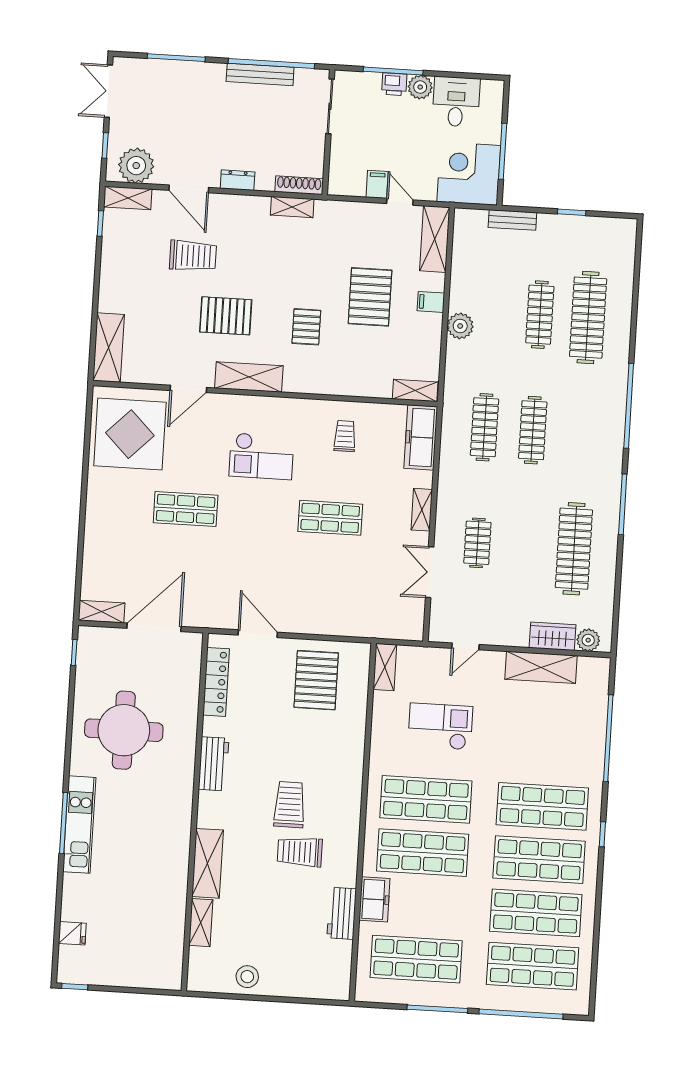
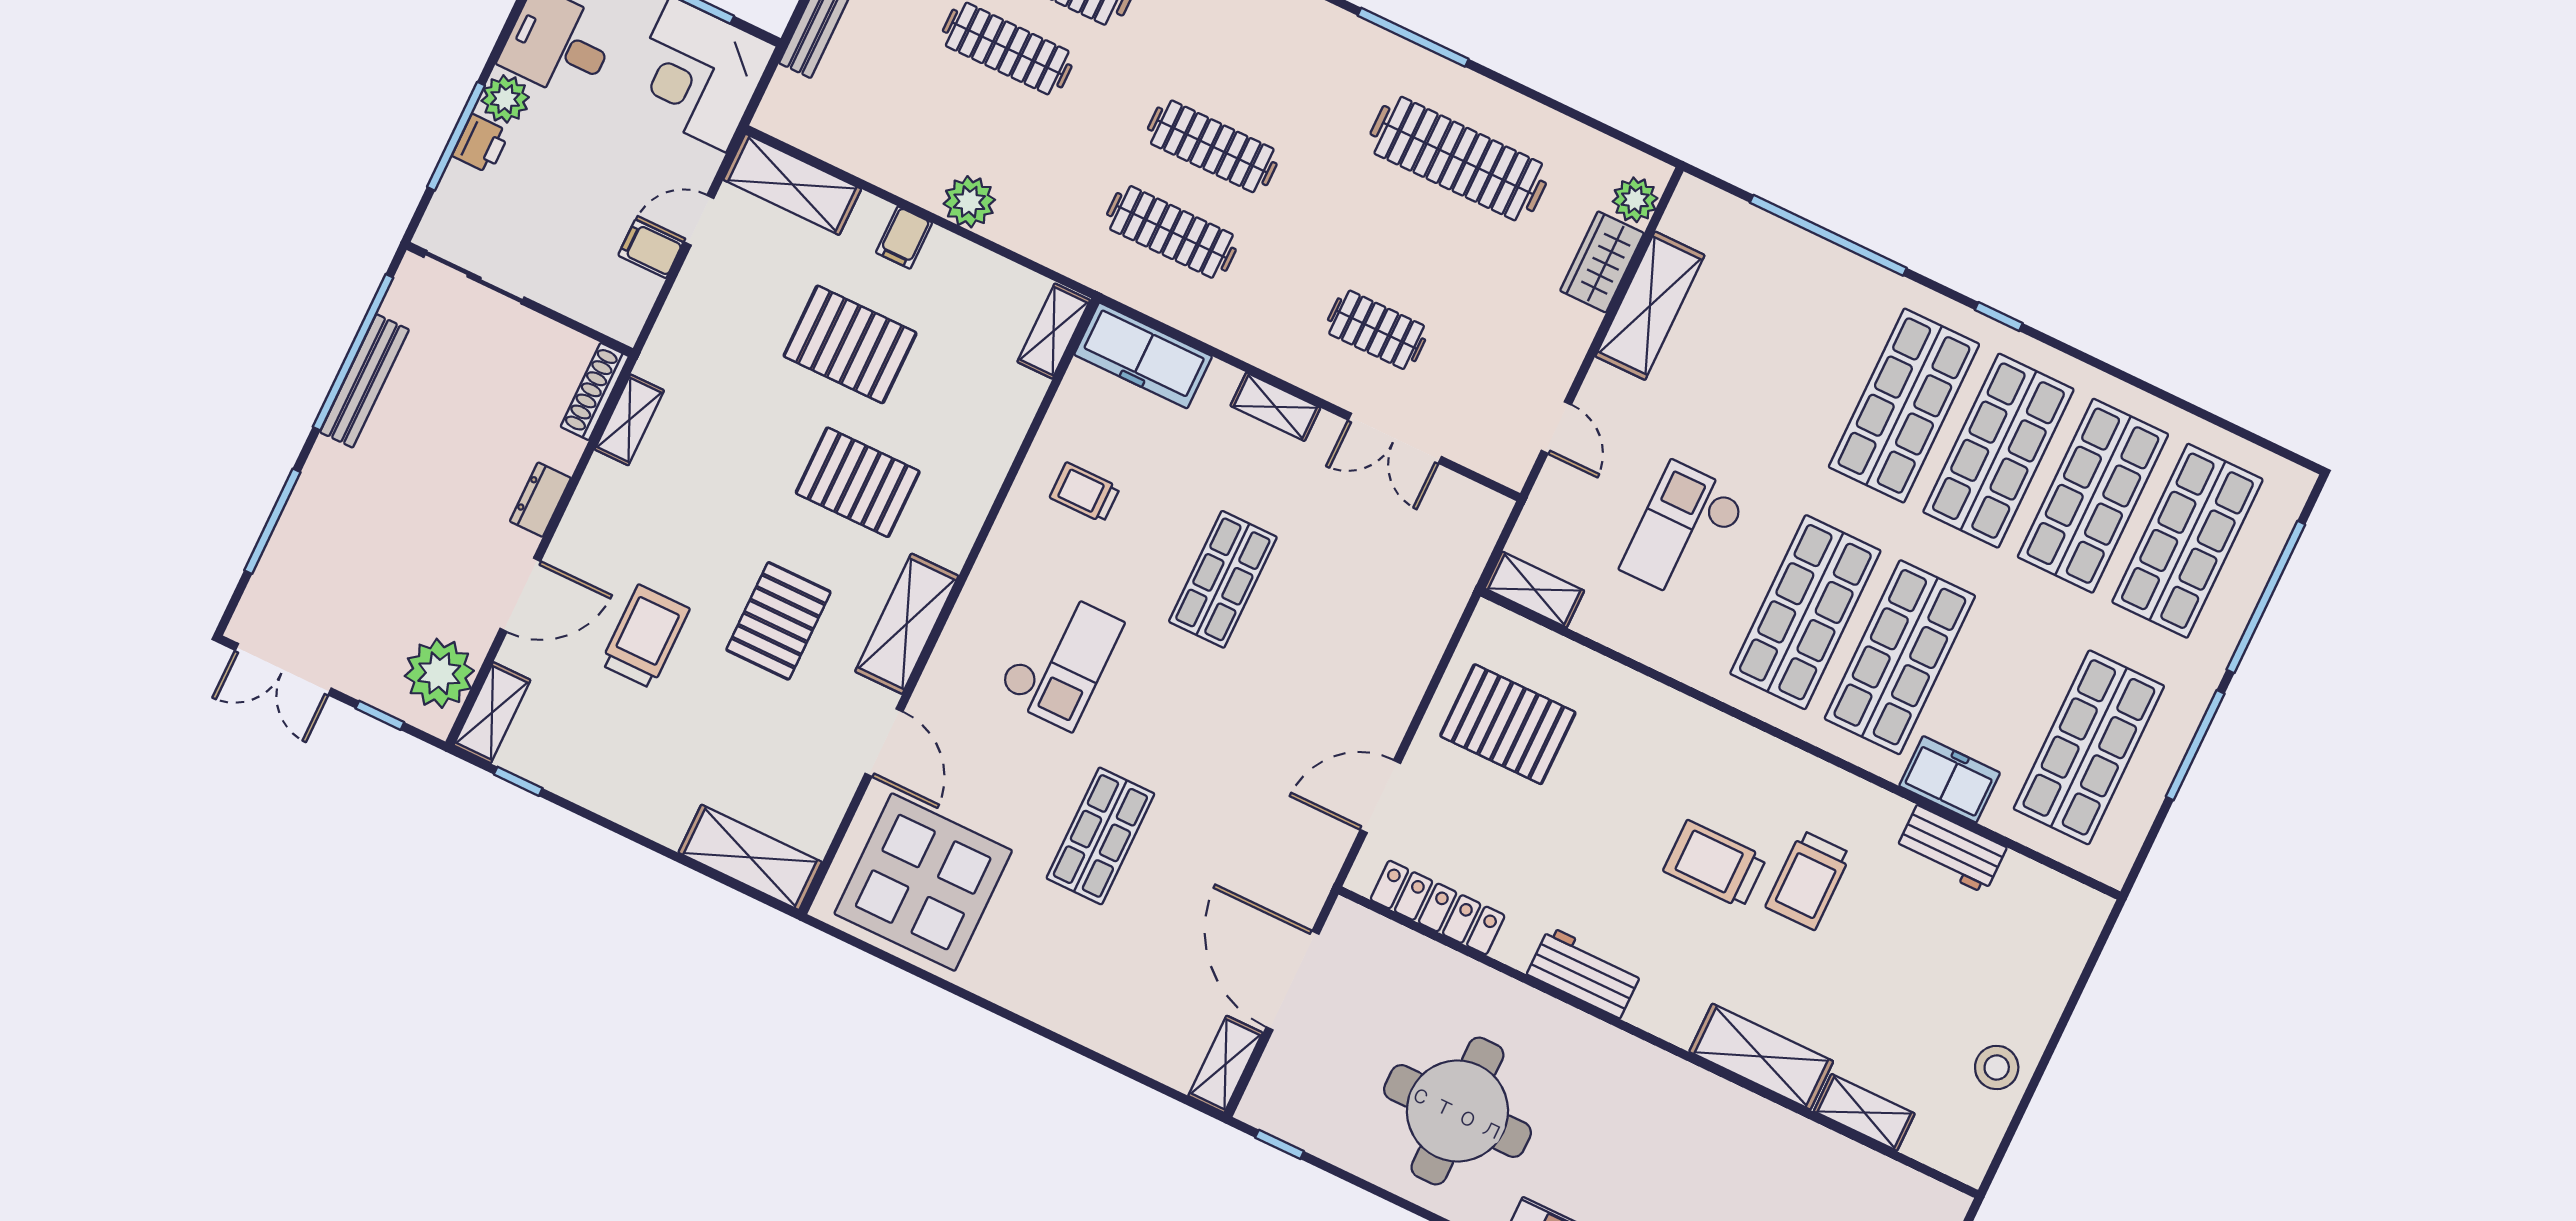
pallet: (306, 327) -> (858, 482), width x1.50, depth x1.42

